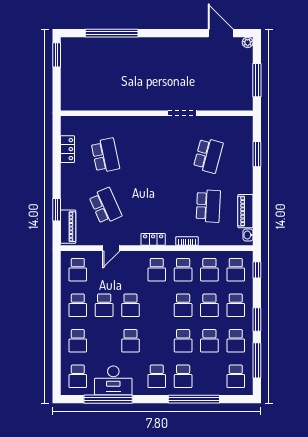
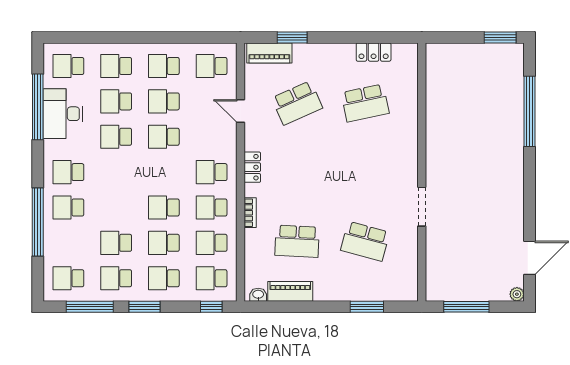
school desk: (183, 341) -> (116, 101), moved

